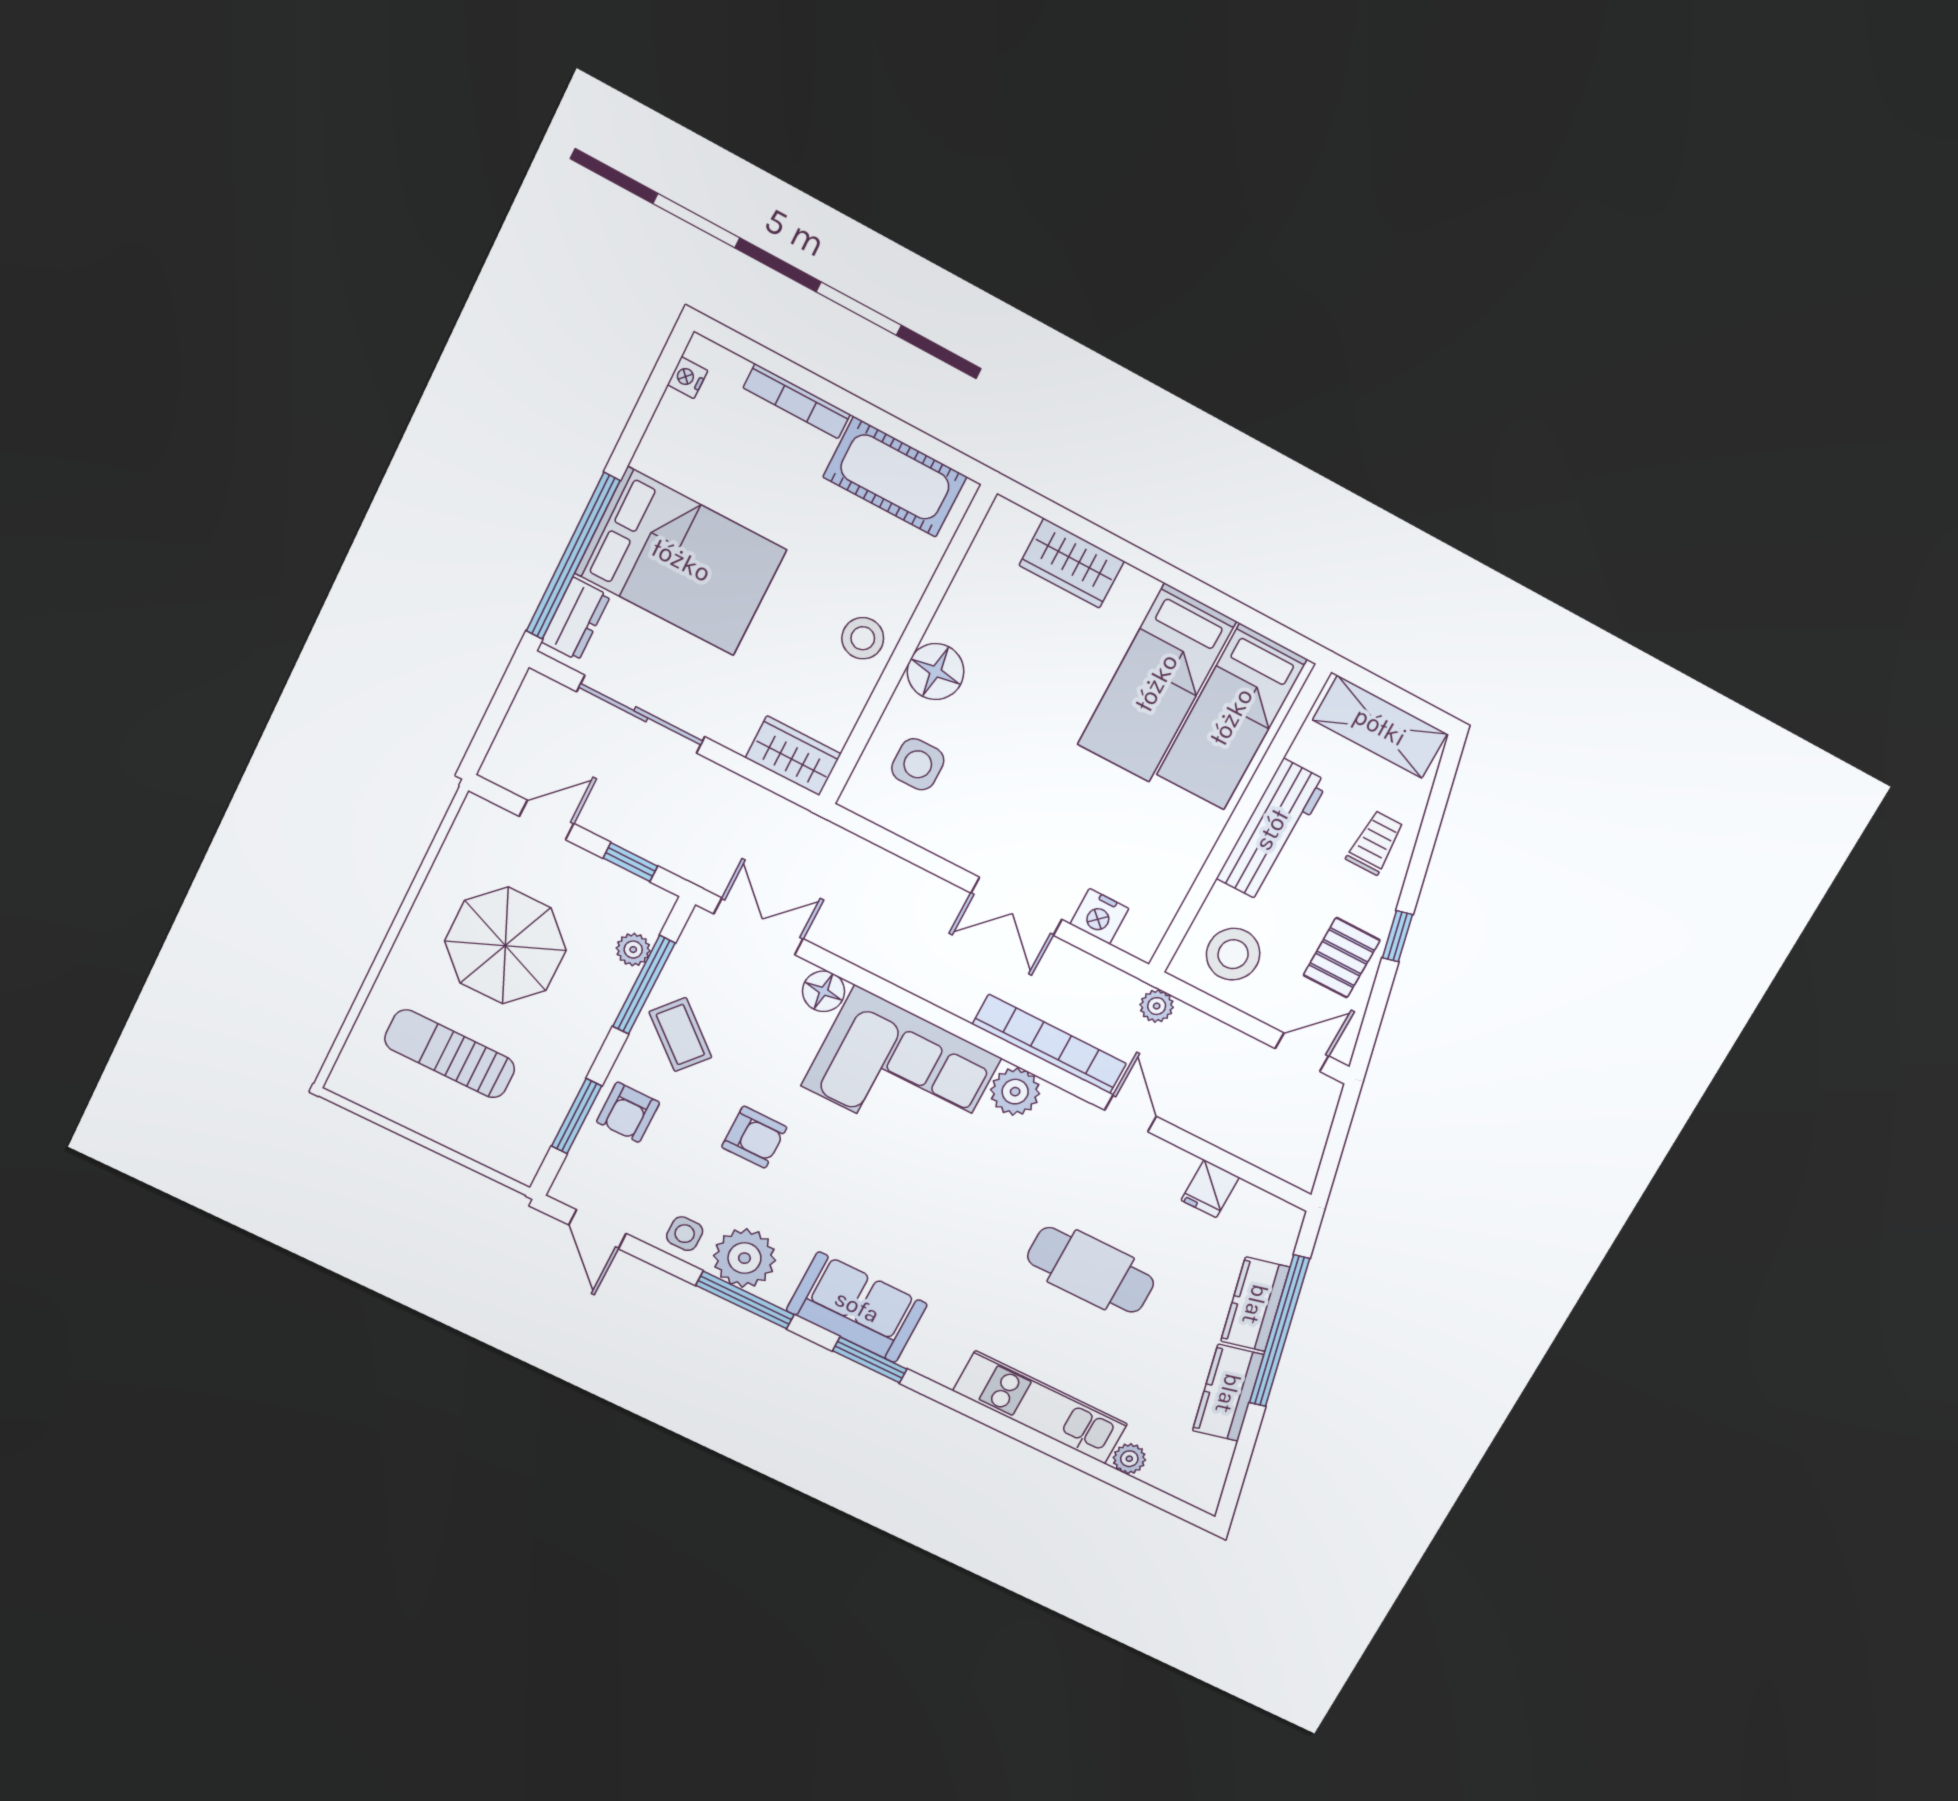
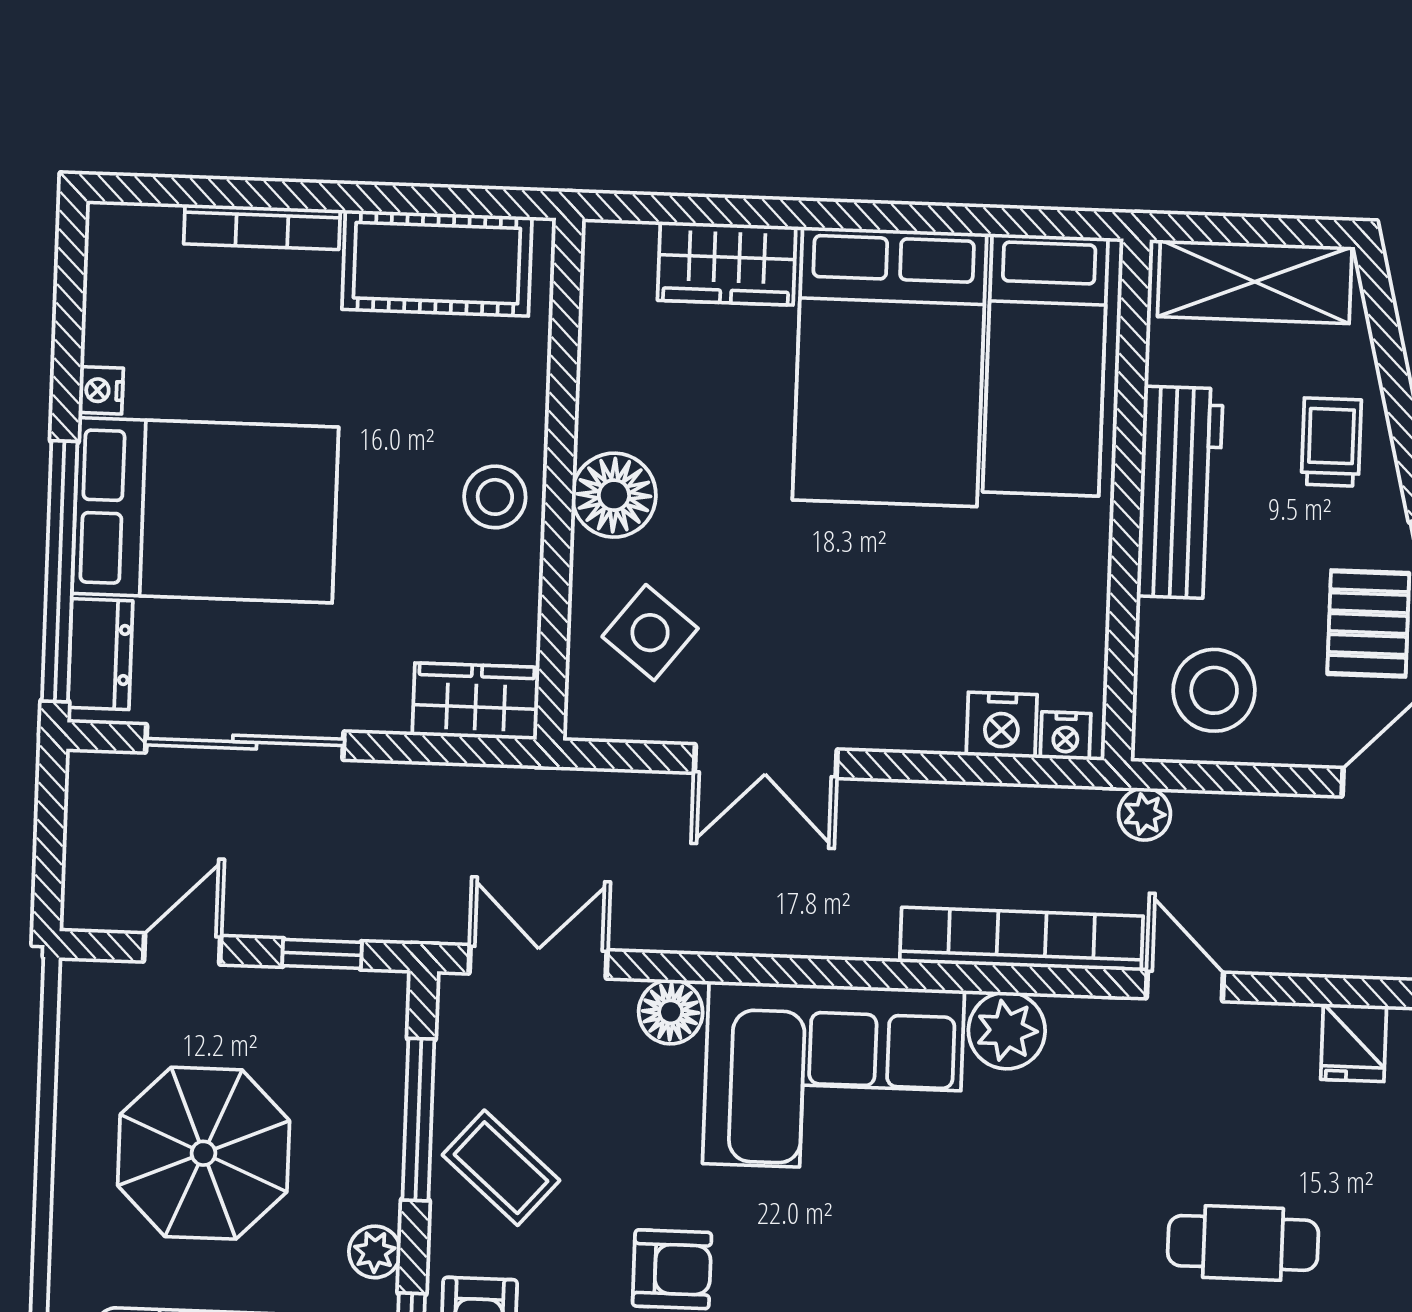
nightstand: (688, 378) -> (101, 390), moved
bed: (1157, 683) -> (890, 367), width x1.50
side table: (918, 764) -> (650, 633), turned 38
double door: (1016, 906) -> (766, 761), moved
nightstand: (1134, 940) -> (1065, 736), added
plant: (633, 950) -> (375, 1252), moved
cafe table: (1091, 1270) -> (1243, 1243), width x0.73, depth x0.74

